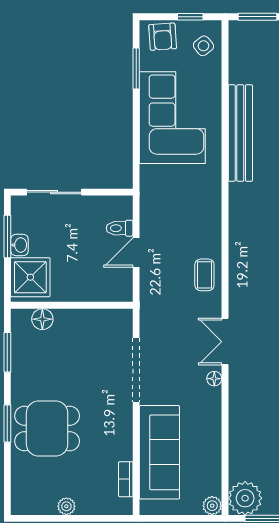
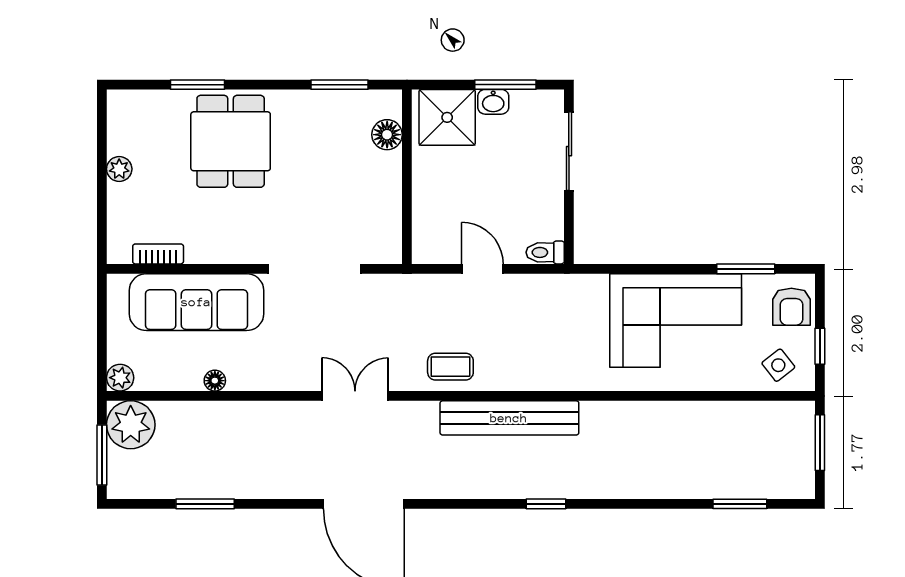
armchair: (163, 37) -> (791, 307), turned -86
bench: (240, 133) -> (509, 418), moved
toilet: (120, 228) -> (545, 252), moved, turned -90
floor lamp: (214, 379) -> (215, 381), moved
window: (7, 423) -> (198, 85), moved

